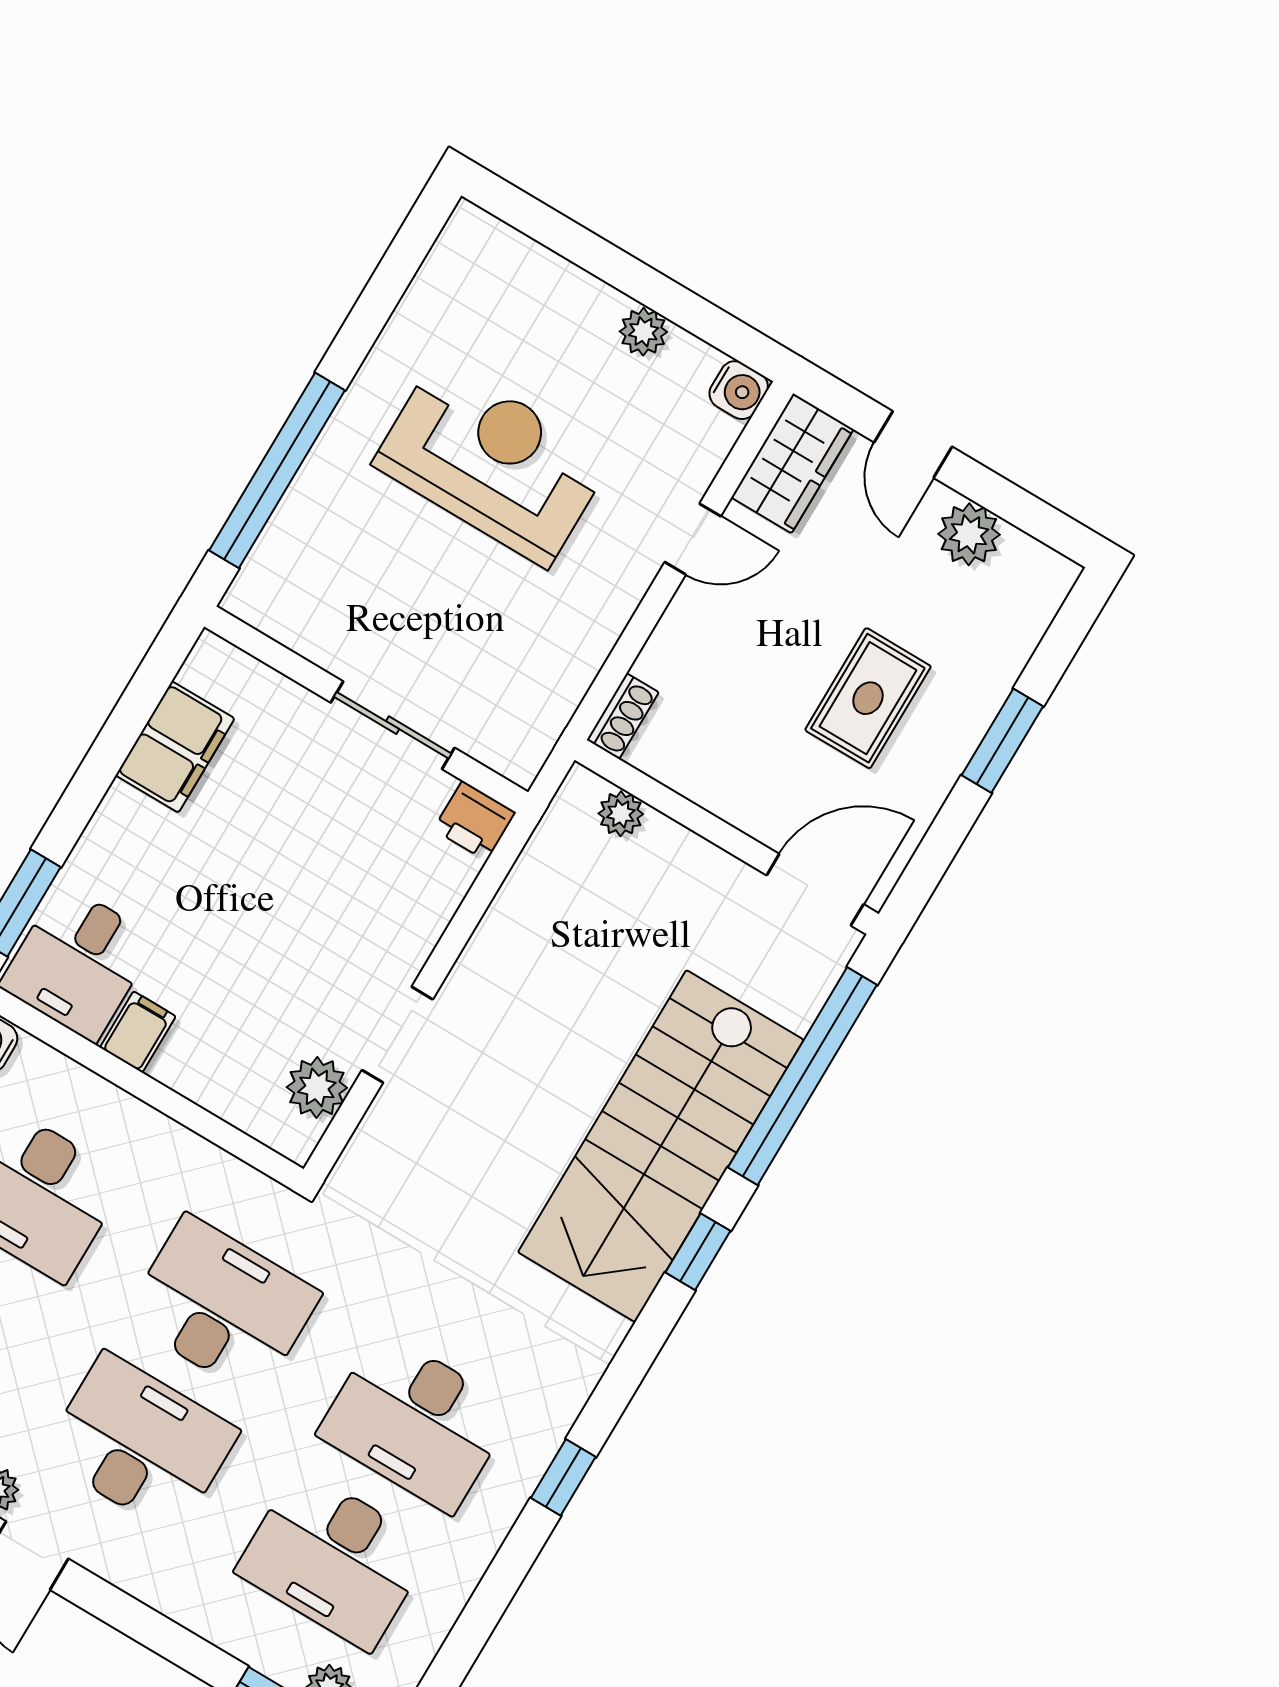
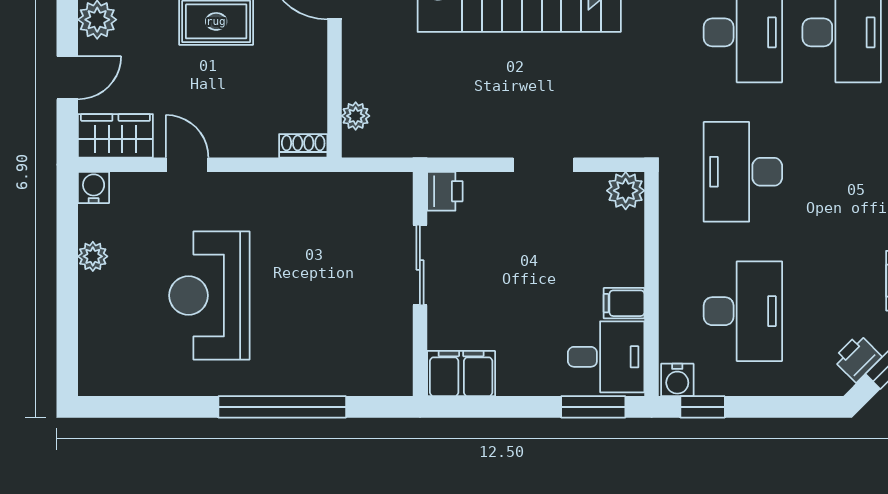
wall: (366, 709) -> (420, 284), moved
sliding door: (393, 725) -> (420, 265), moved
printer: (475, 821) -> (445, 191), moved
plant: (317, 1087) -> (626, 191), moved
desk: (140, 1444) -> (842, 172), removed

